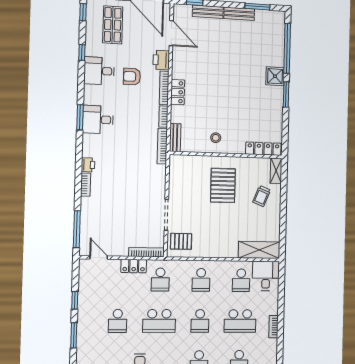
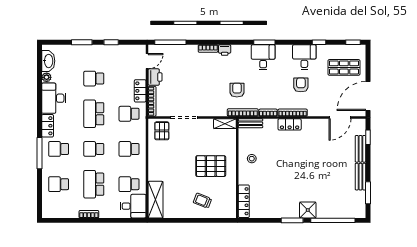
printer: (161, 60) -> (155, 77), moved, turned 90
armchair: (136, 152) -> (237, 90), added
shelving: (276, 171) -> (225, 124), moved

